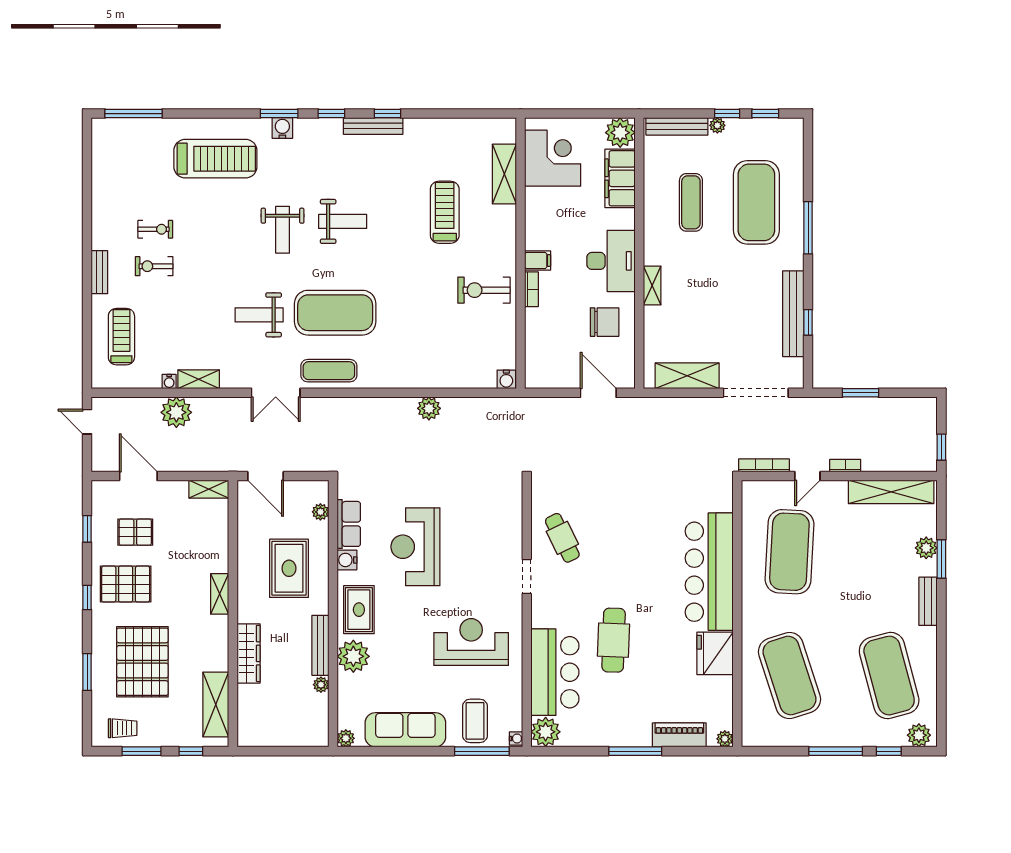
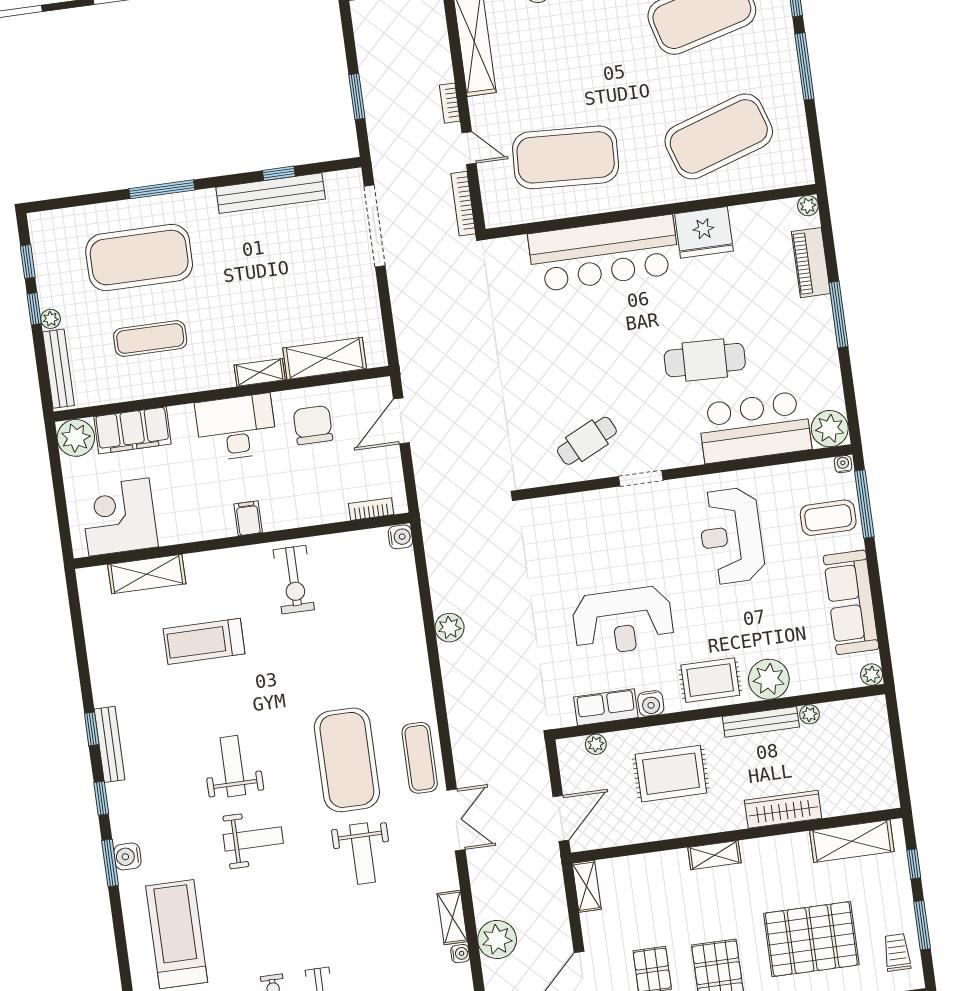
bookcase: (532, 289) -> (371, 509), moved
shelving: (687, 376) -> (325, 358), moved, turned 90

